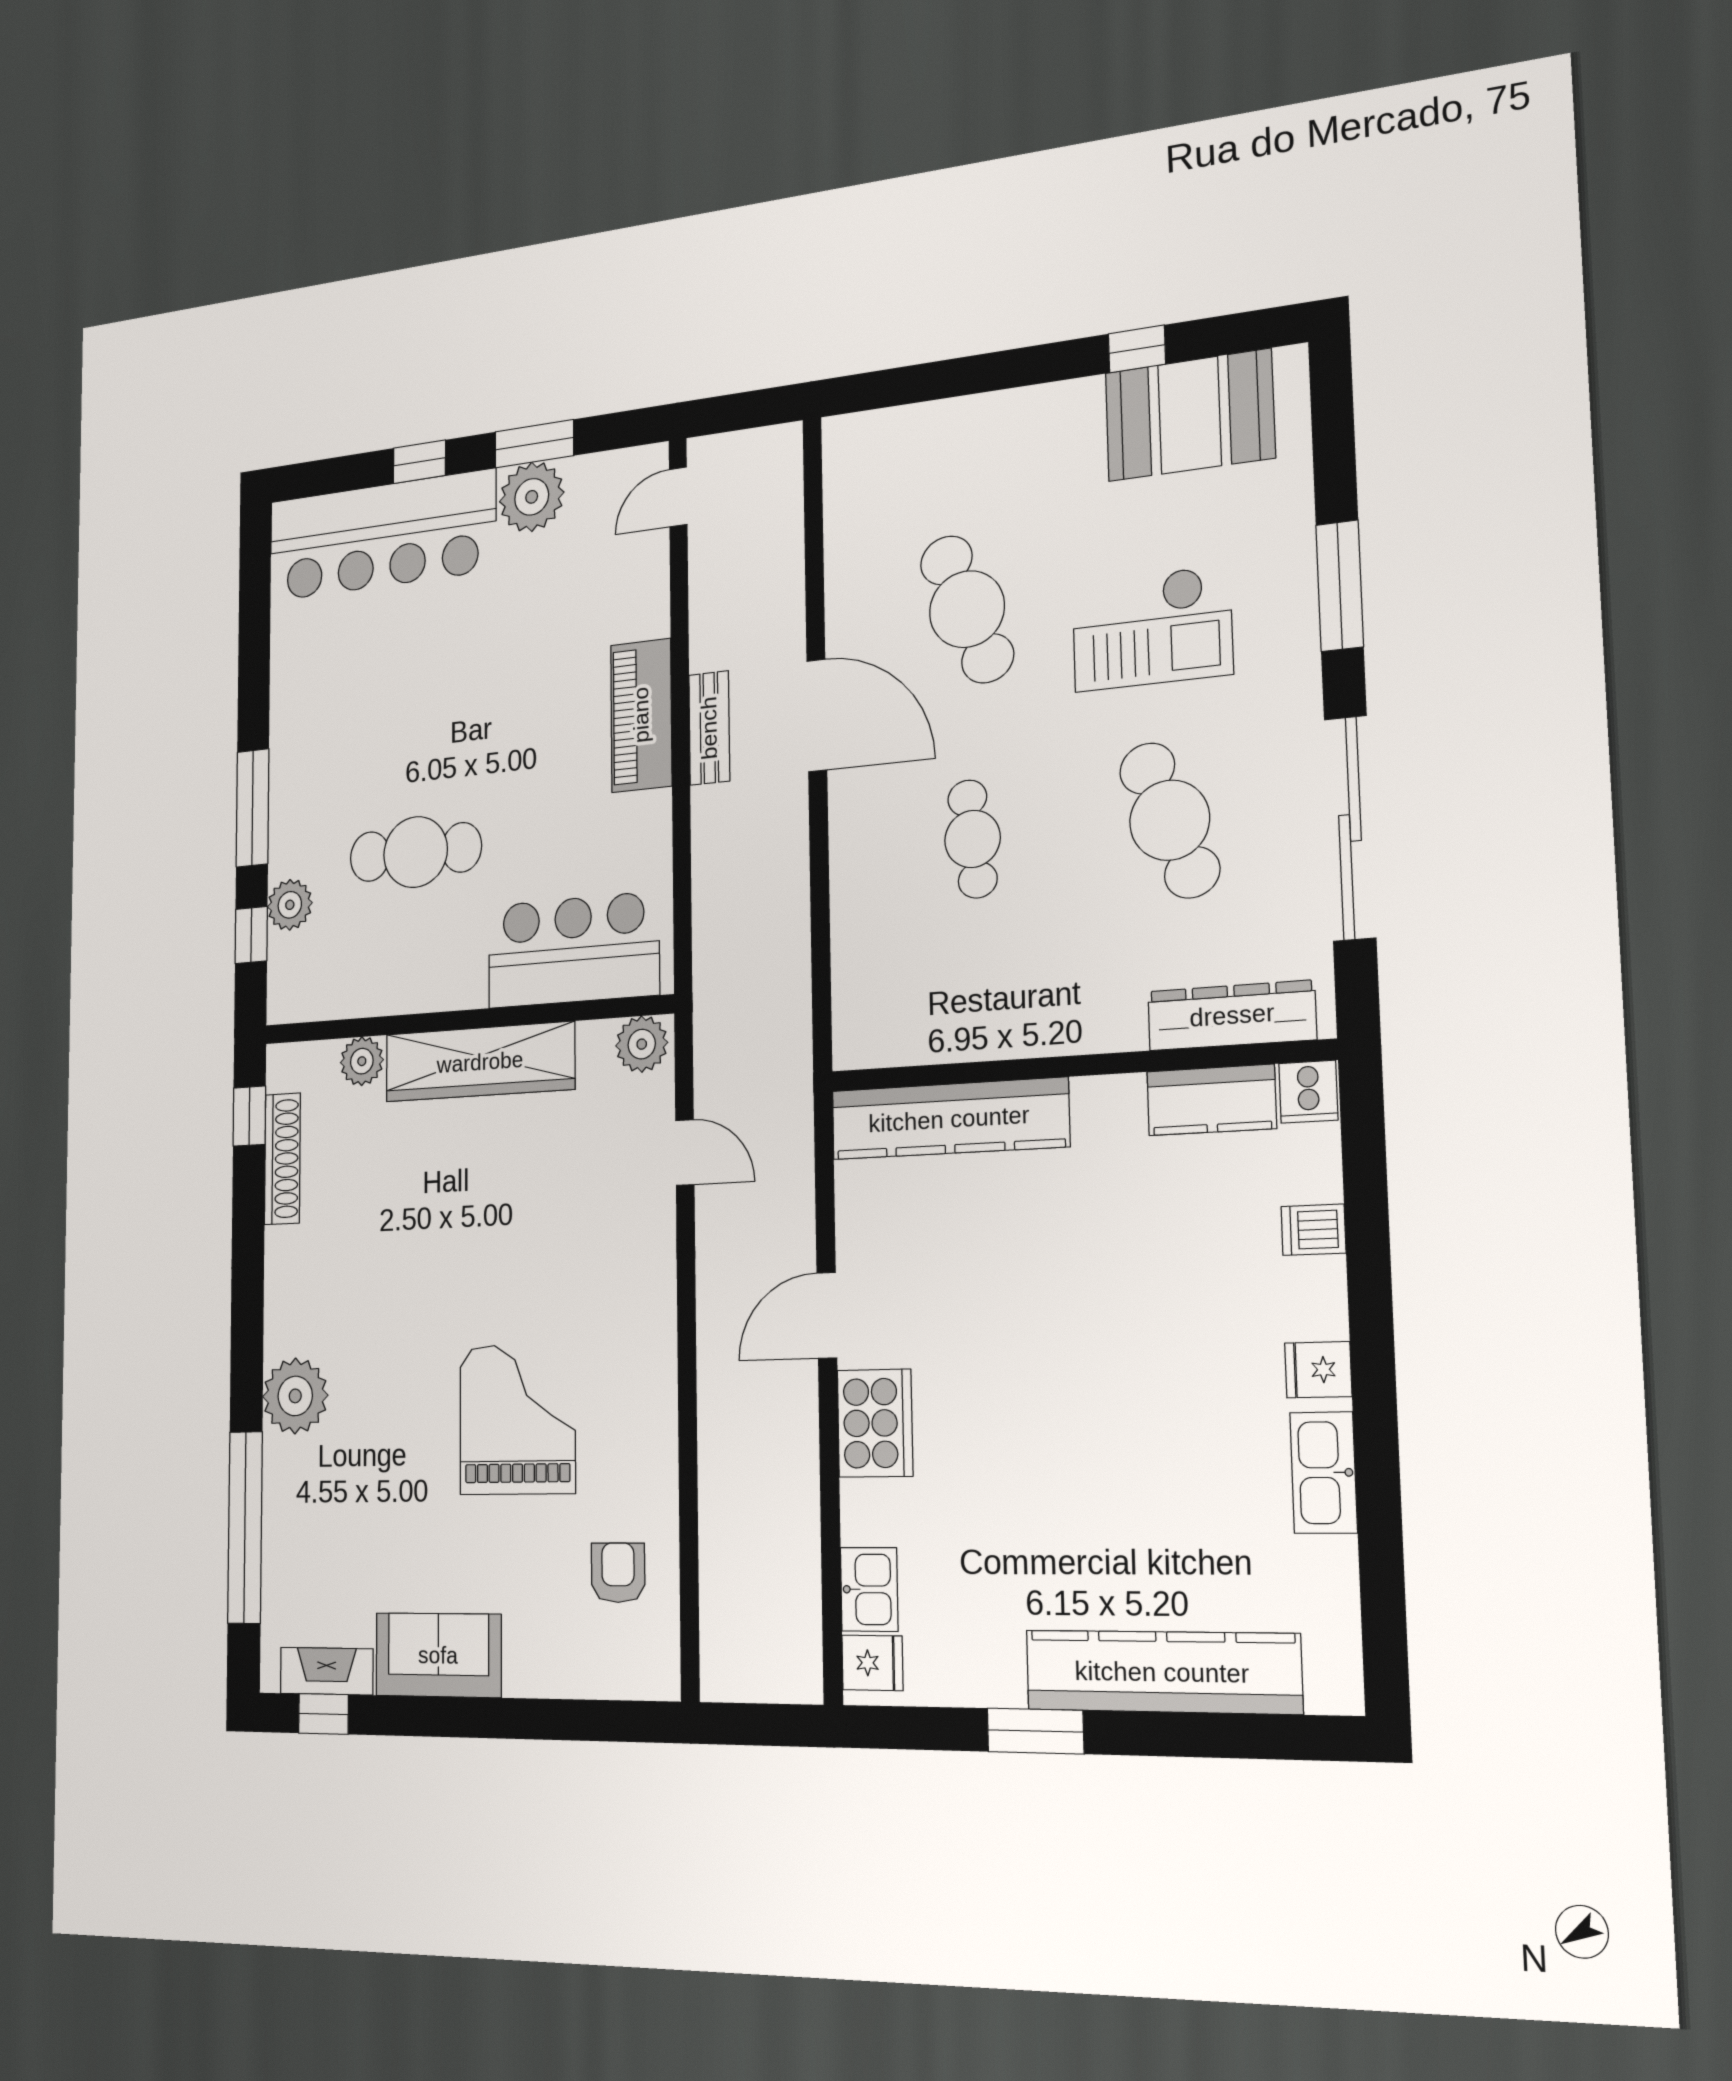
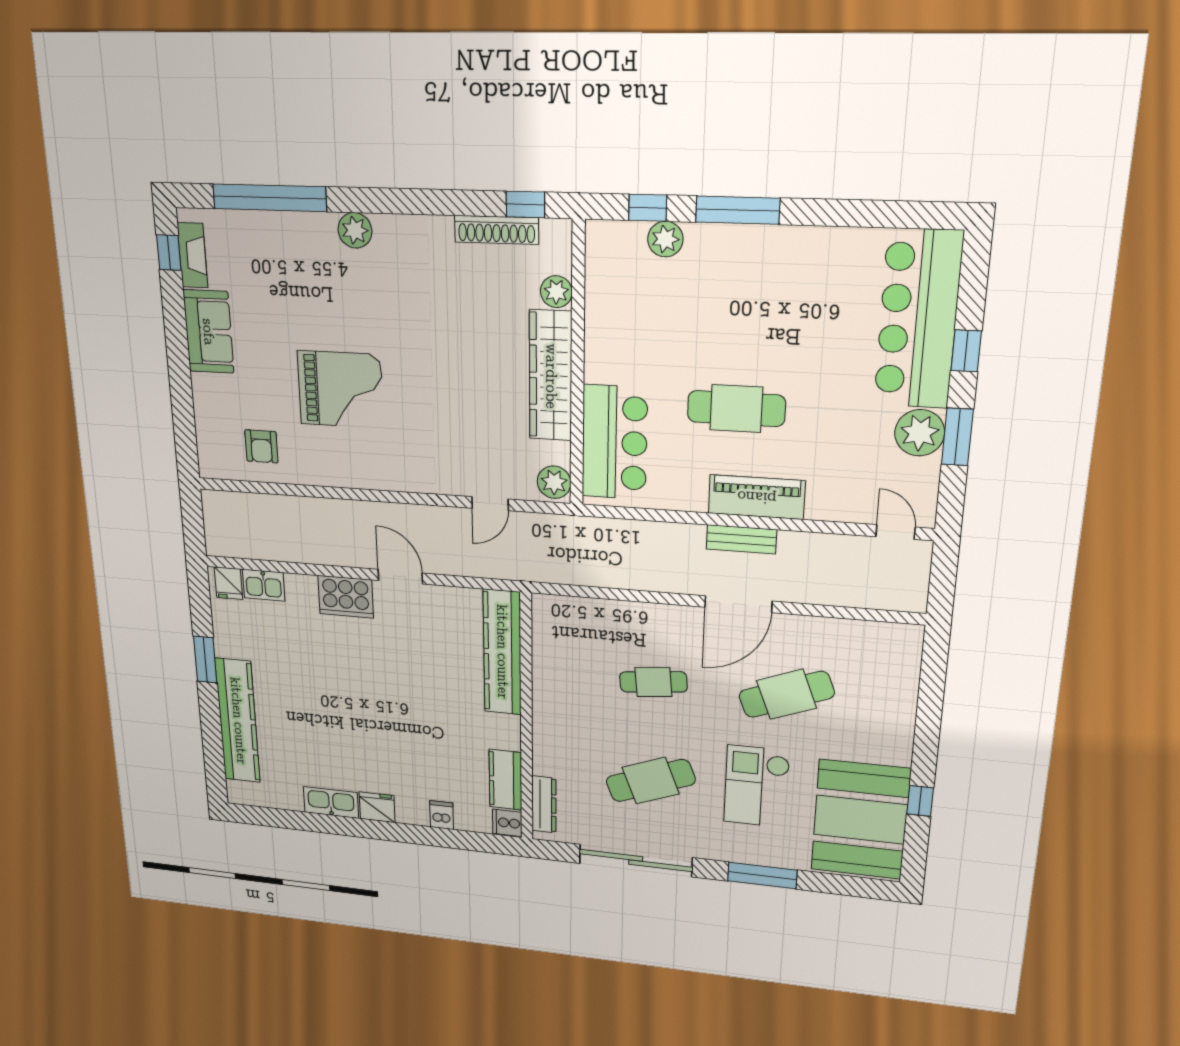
booth: (1190, 415) -> (860, 820), width x1.36, depth x1.42
cafe table: (416, 852) -> (736, 409), moved, turned 90
dresser: (1232, 1015) -> (544, 804), width x0.73, depth x0.80
fridge: (1318, 1370) -> (377, 807), width x1.38
plant: (295, 1396) -> (355, 230), width x0.73, depth x0.73
armchair: (618, 1573) -> (261, 446), turned 90

